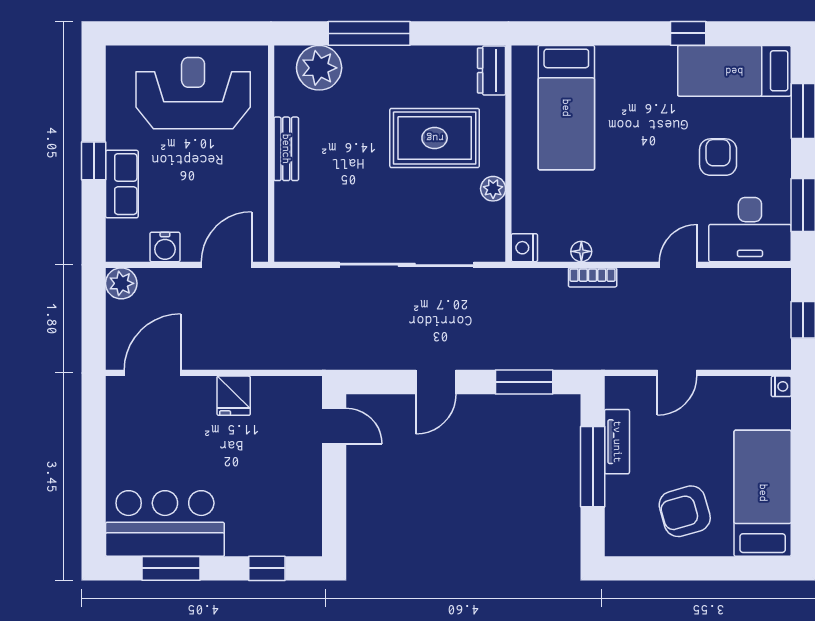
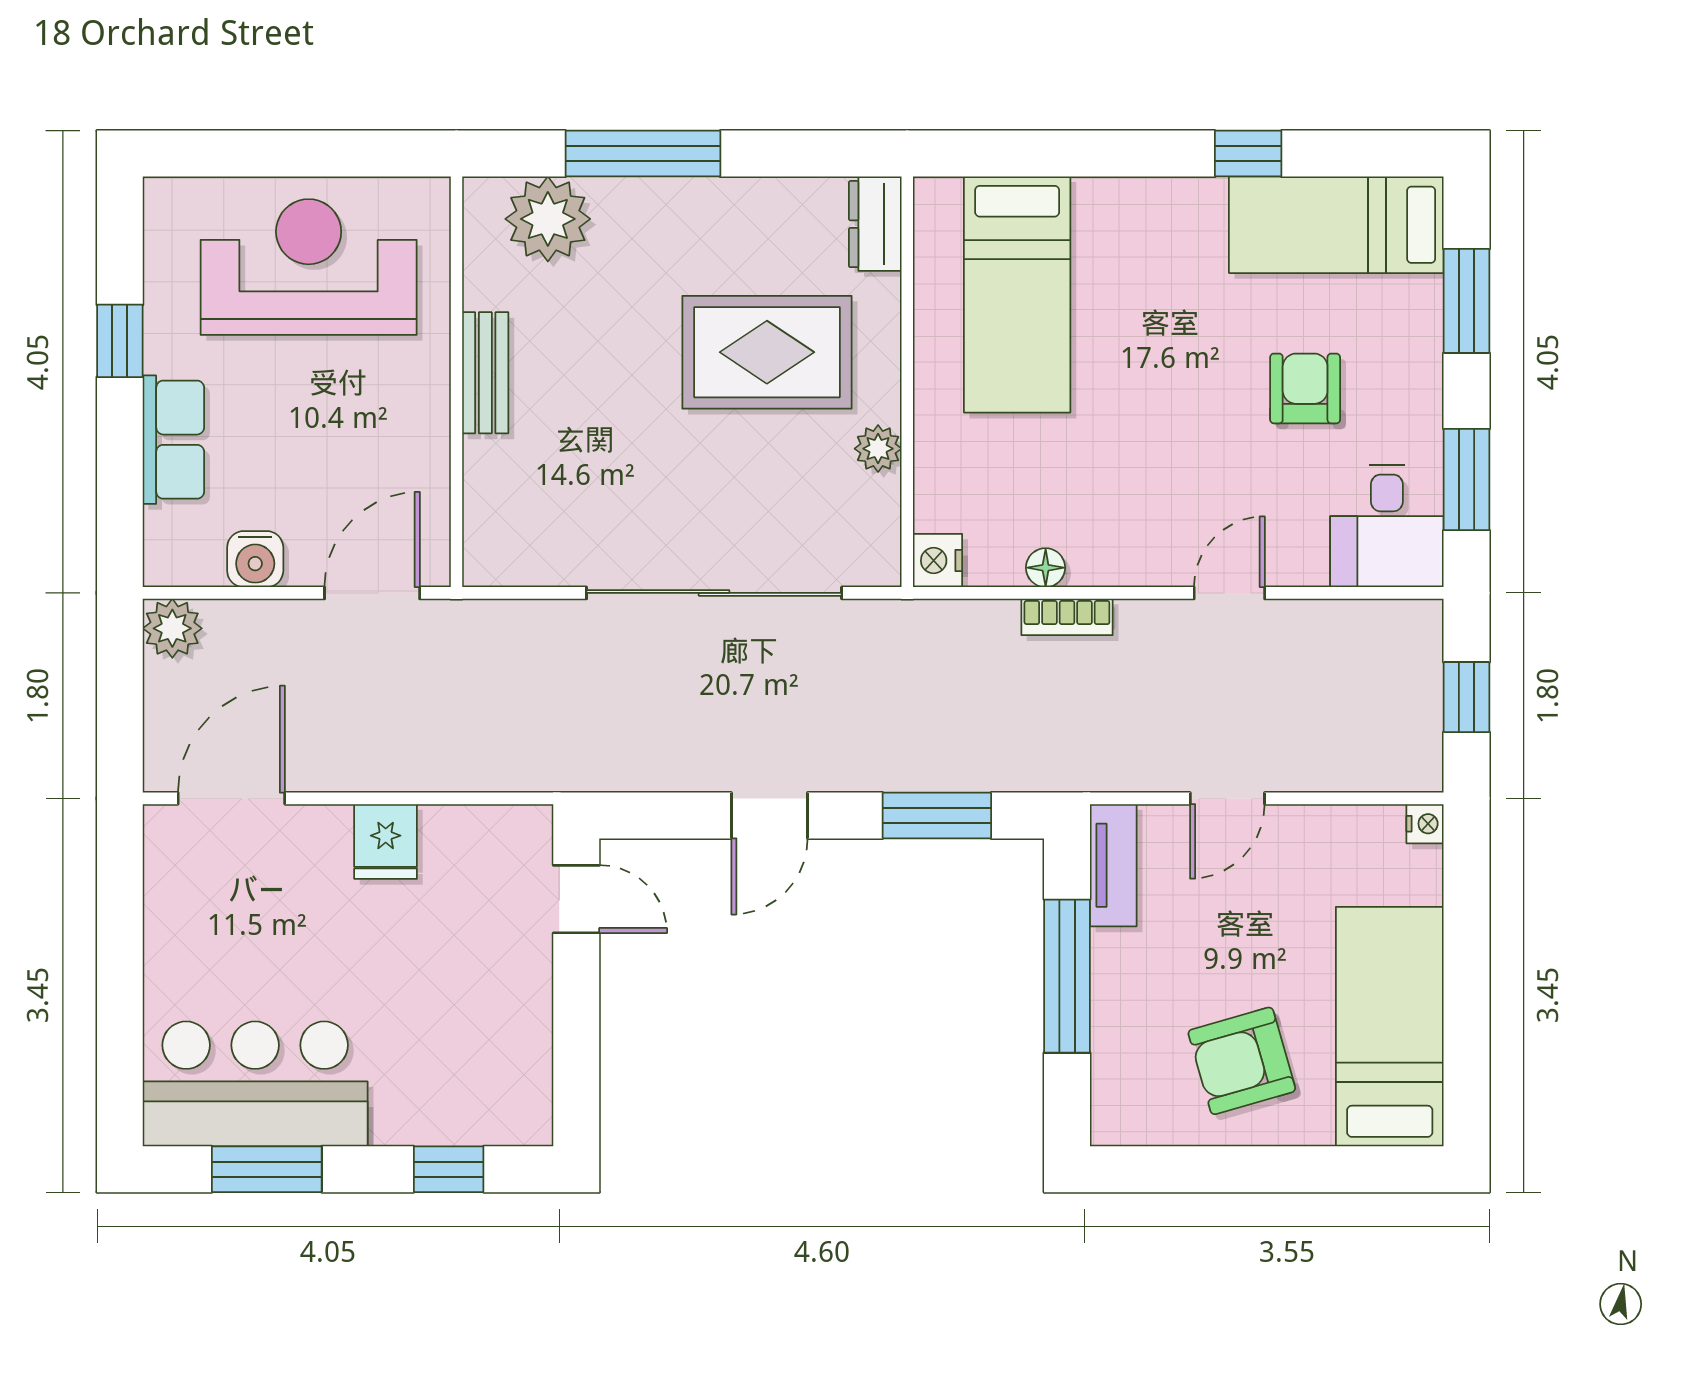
window: (94, 161) -> (120, 341), moved
desk: (750, 230) -> (1387, 526), width x0.73
tv unit: (617, 442) -> (1113, 865), moved

